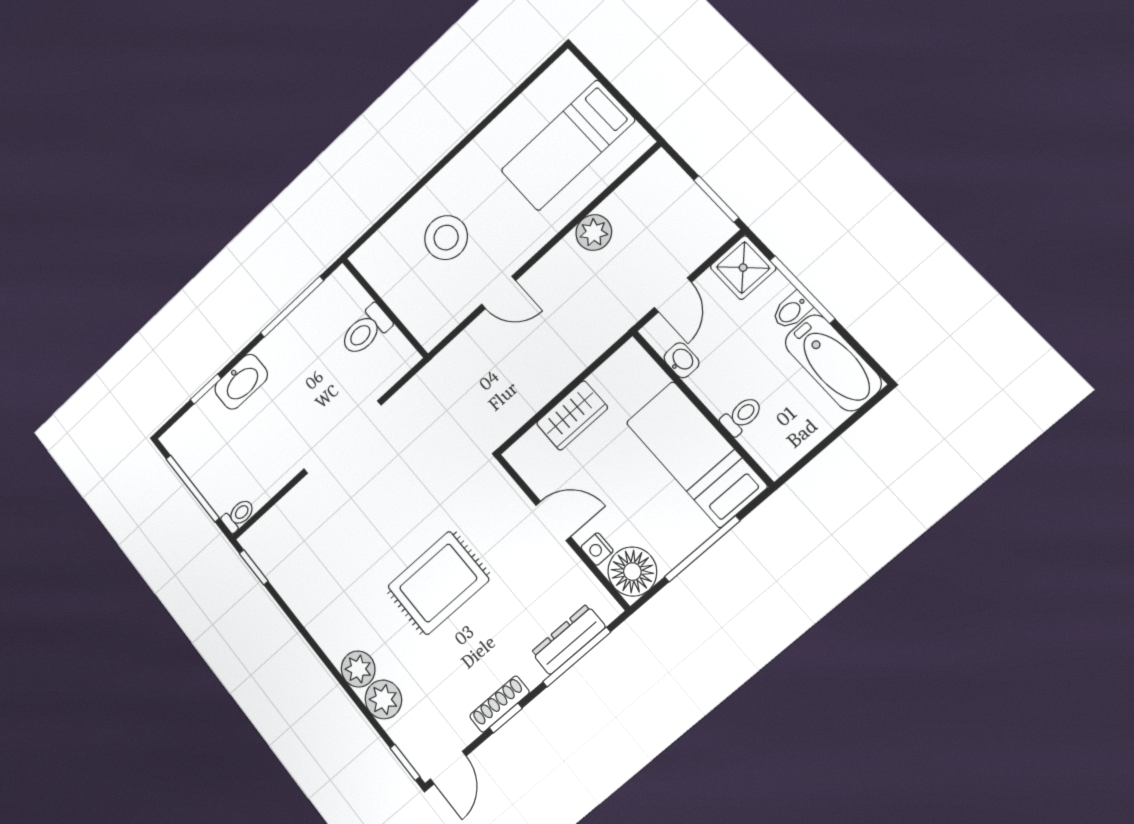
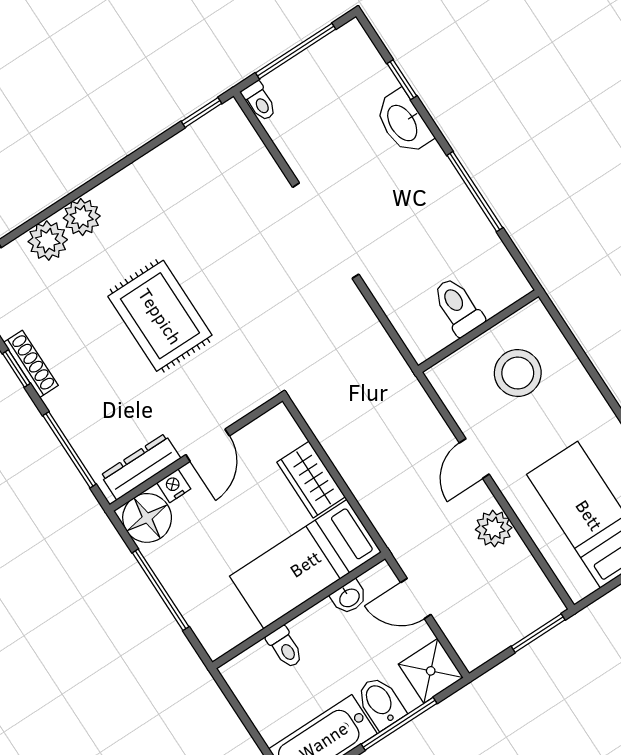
window: (716, 199) -> (538, 633), moved
door: (499, 292) -> (474, 459), moved
wall: (385, 308) -> (478, 331), moved
bidet: (792, 311) -> (381, 703), width x1.38, depth x1.36
toilet: (366, 330) -> (458, 307), moved
bed: (696, 454) -> (305, 564), moved, turned 180
dresser: (568, 640) -> (141, 467), moved, turned -90

